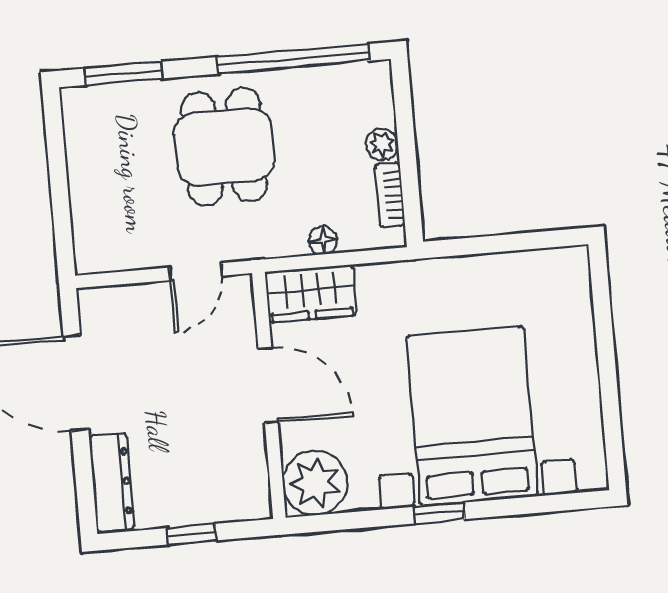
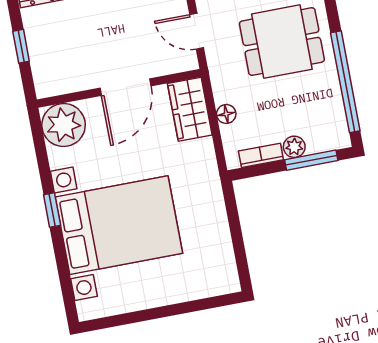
window: (404, 121) -> (311, 160), added

